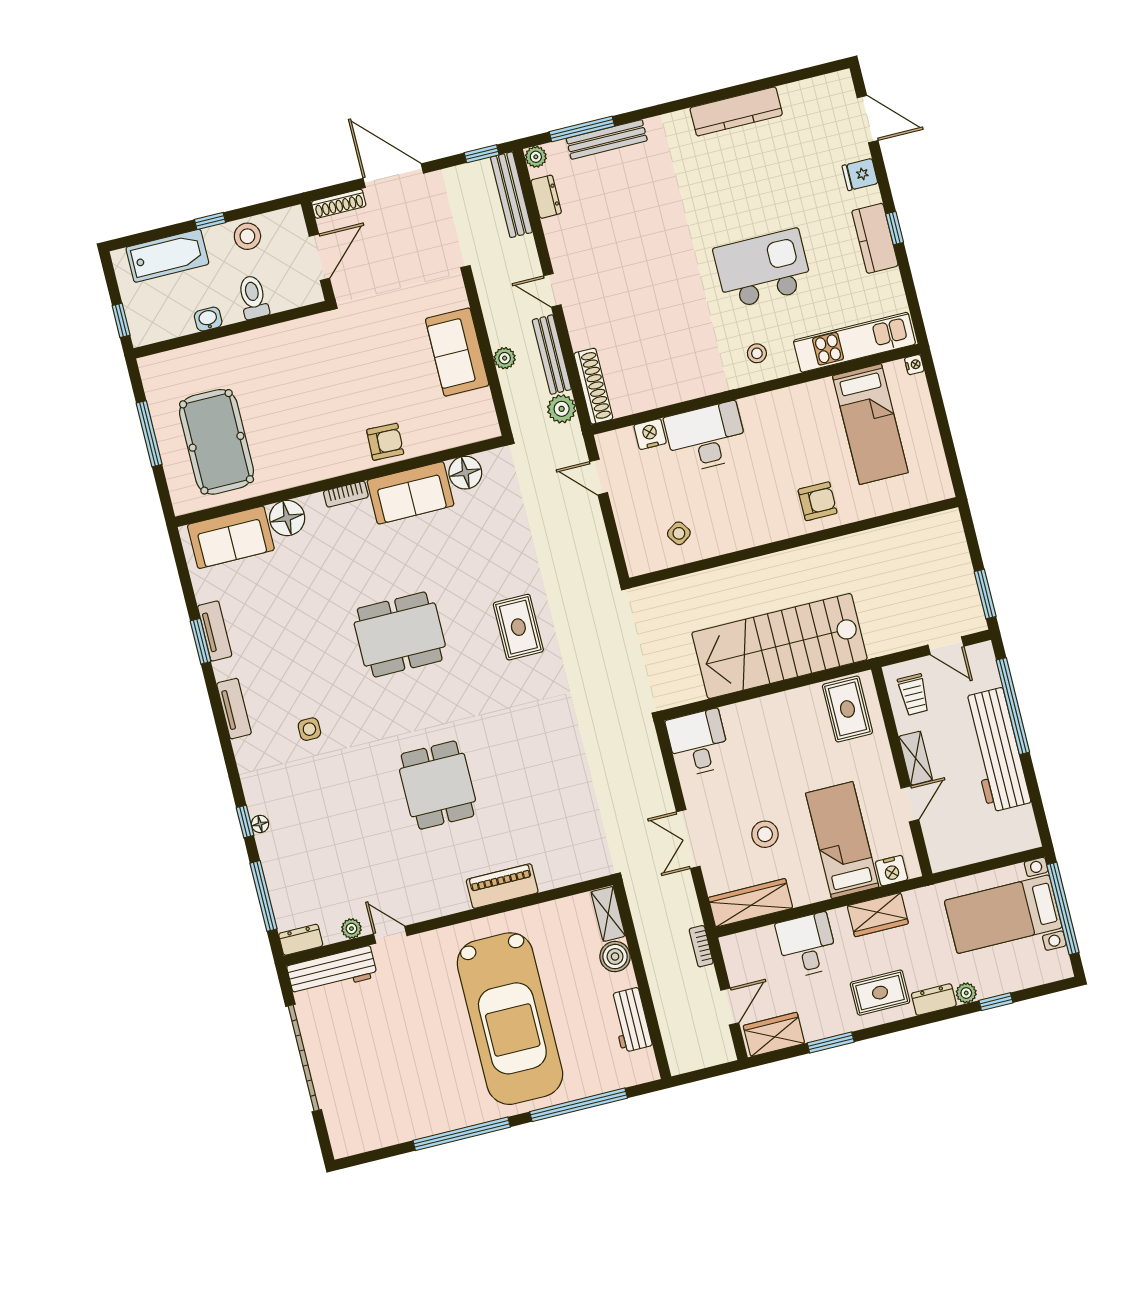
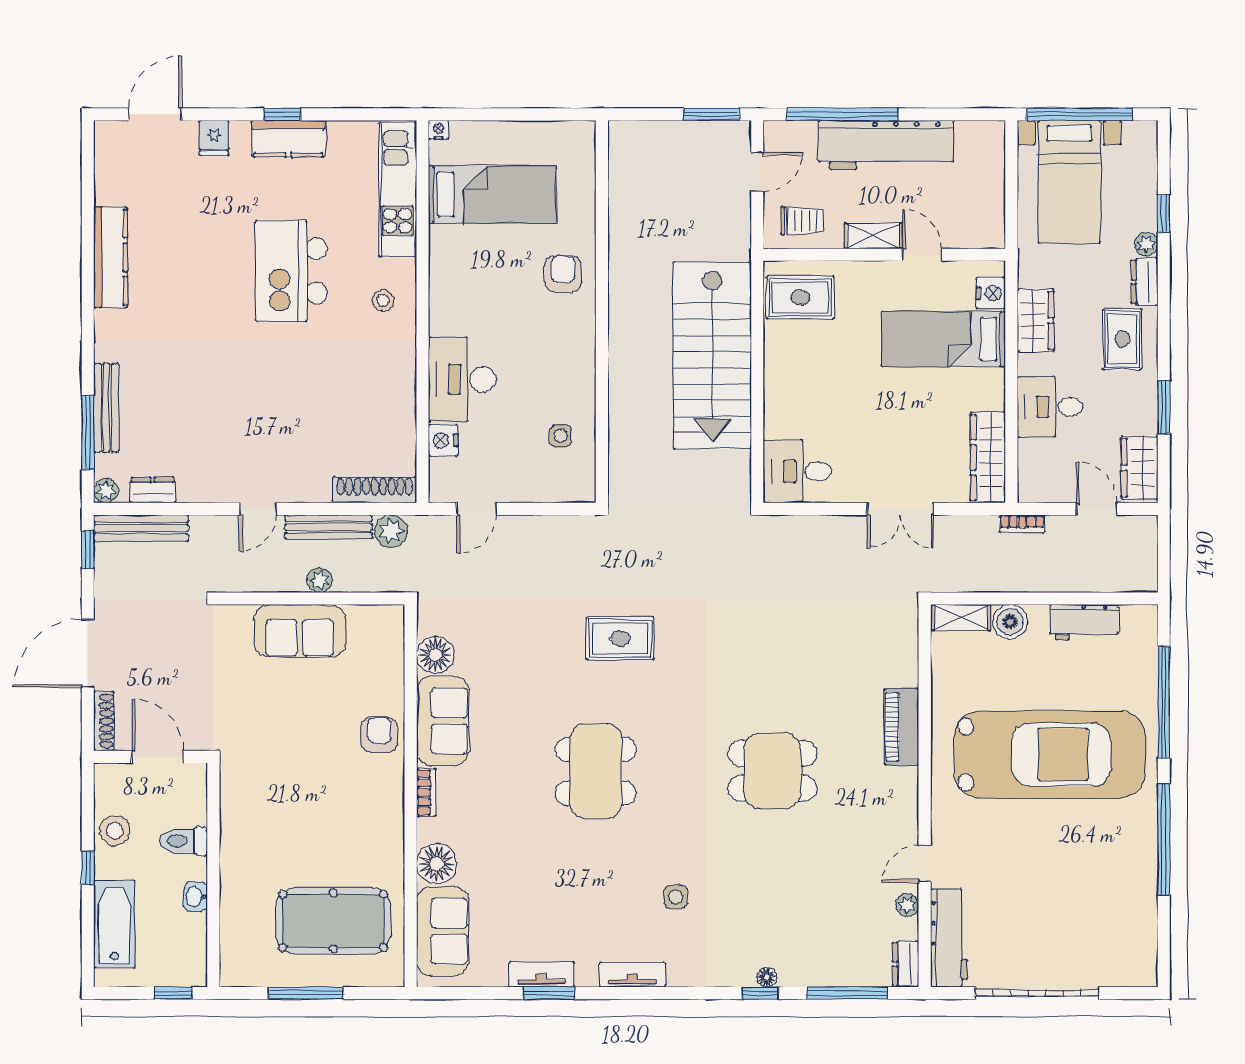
side table: (679, 533) -> (560, 436), turned 35
stool: (765, 834) -> (916, 423), removed

